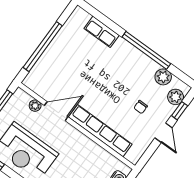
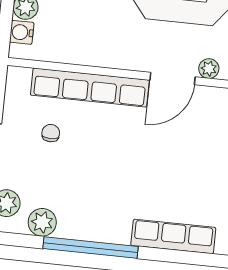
row of seats: (102, 32) -> (173, 236), width x1.48
chair: (141, 107) -> (51, 133), moved

